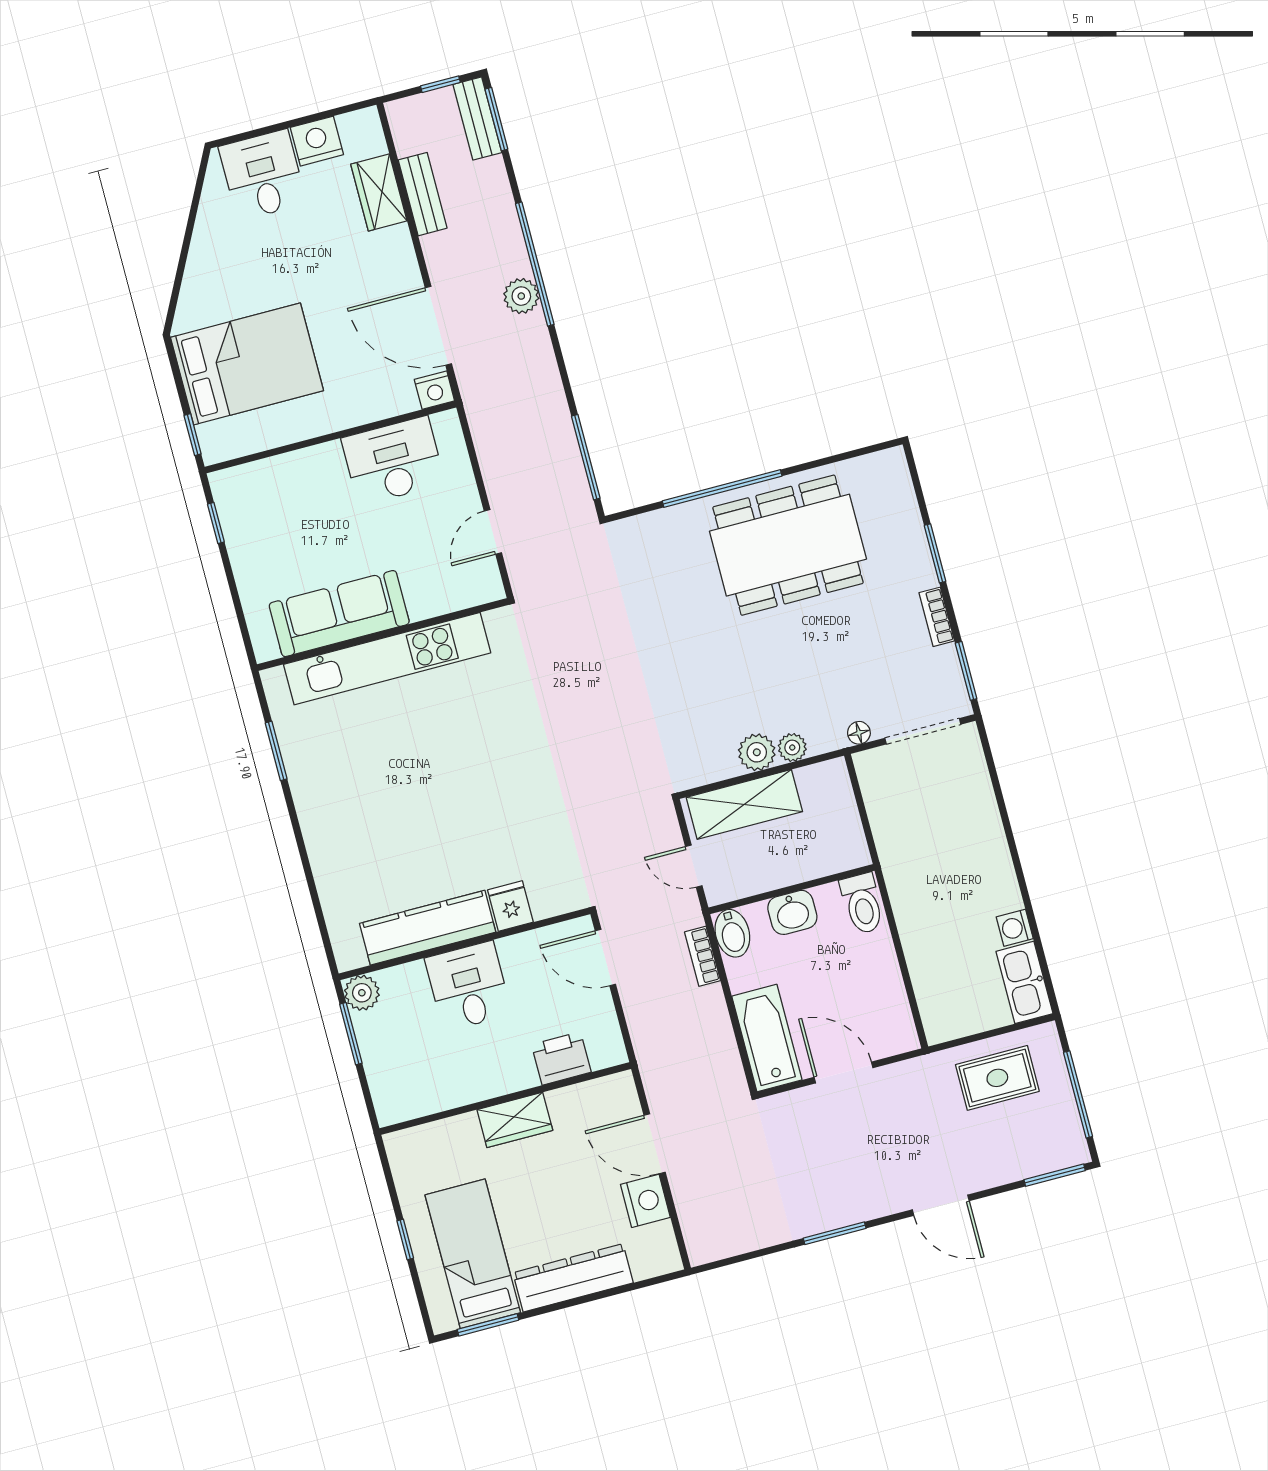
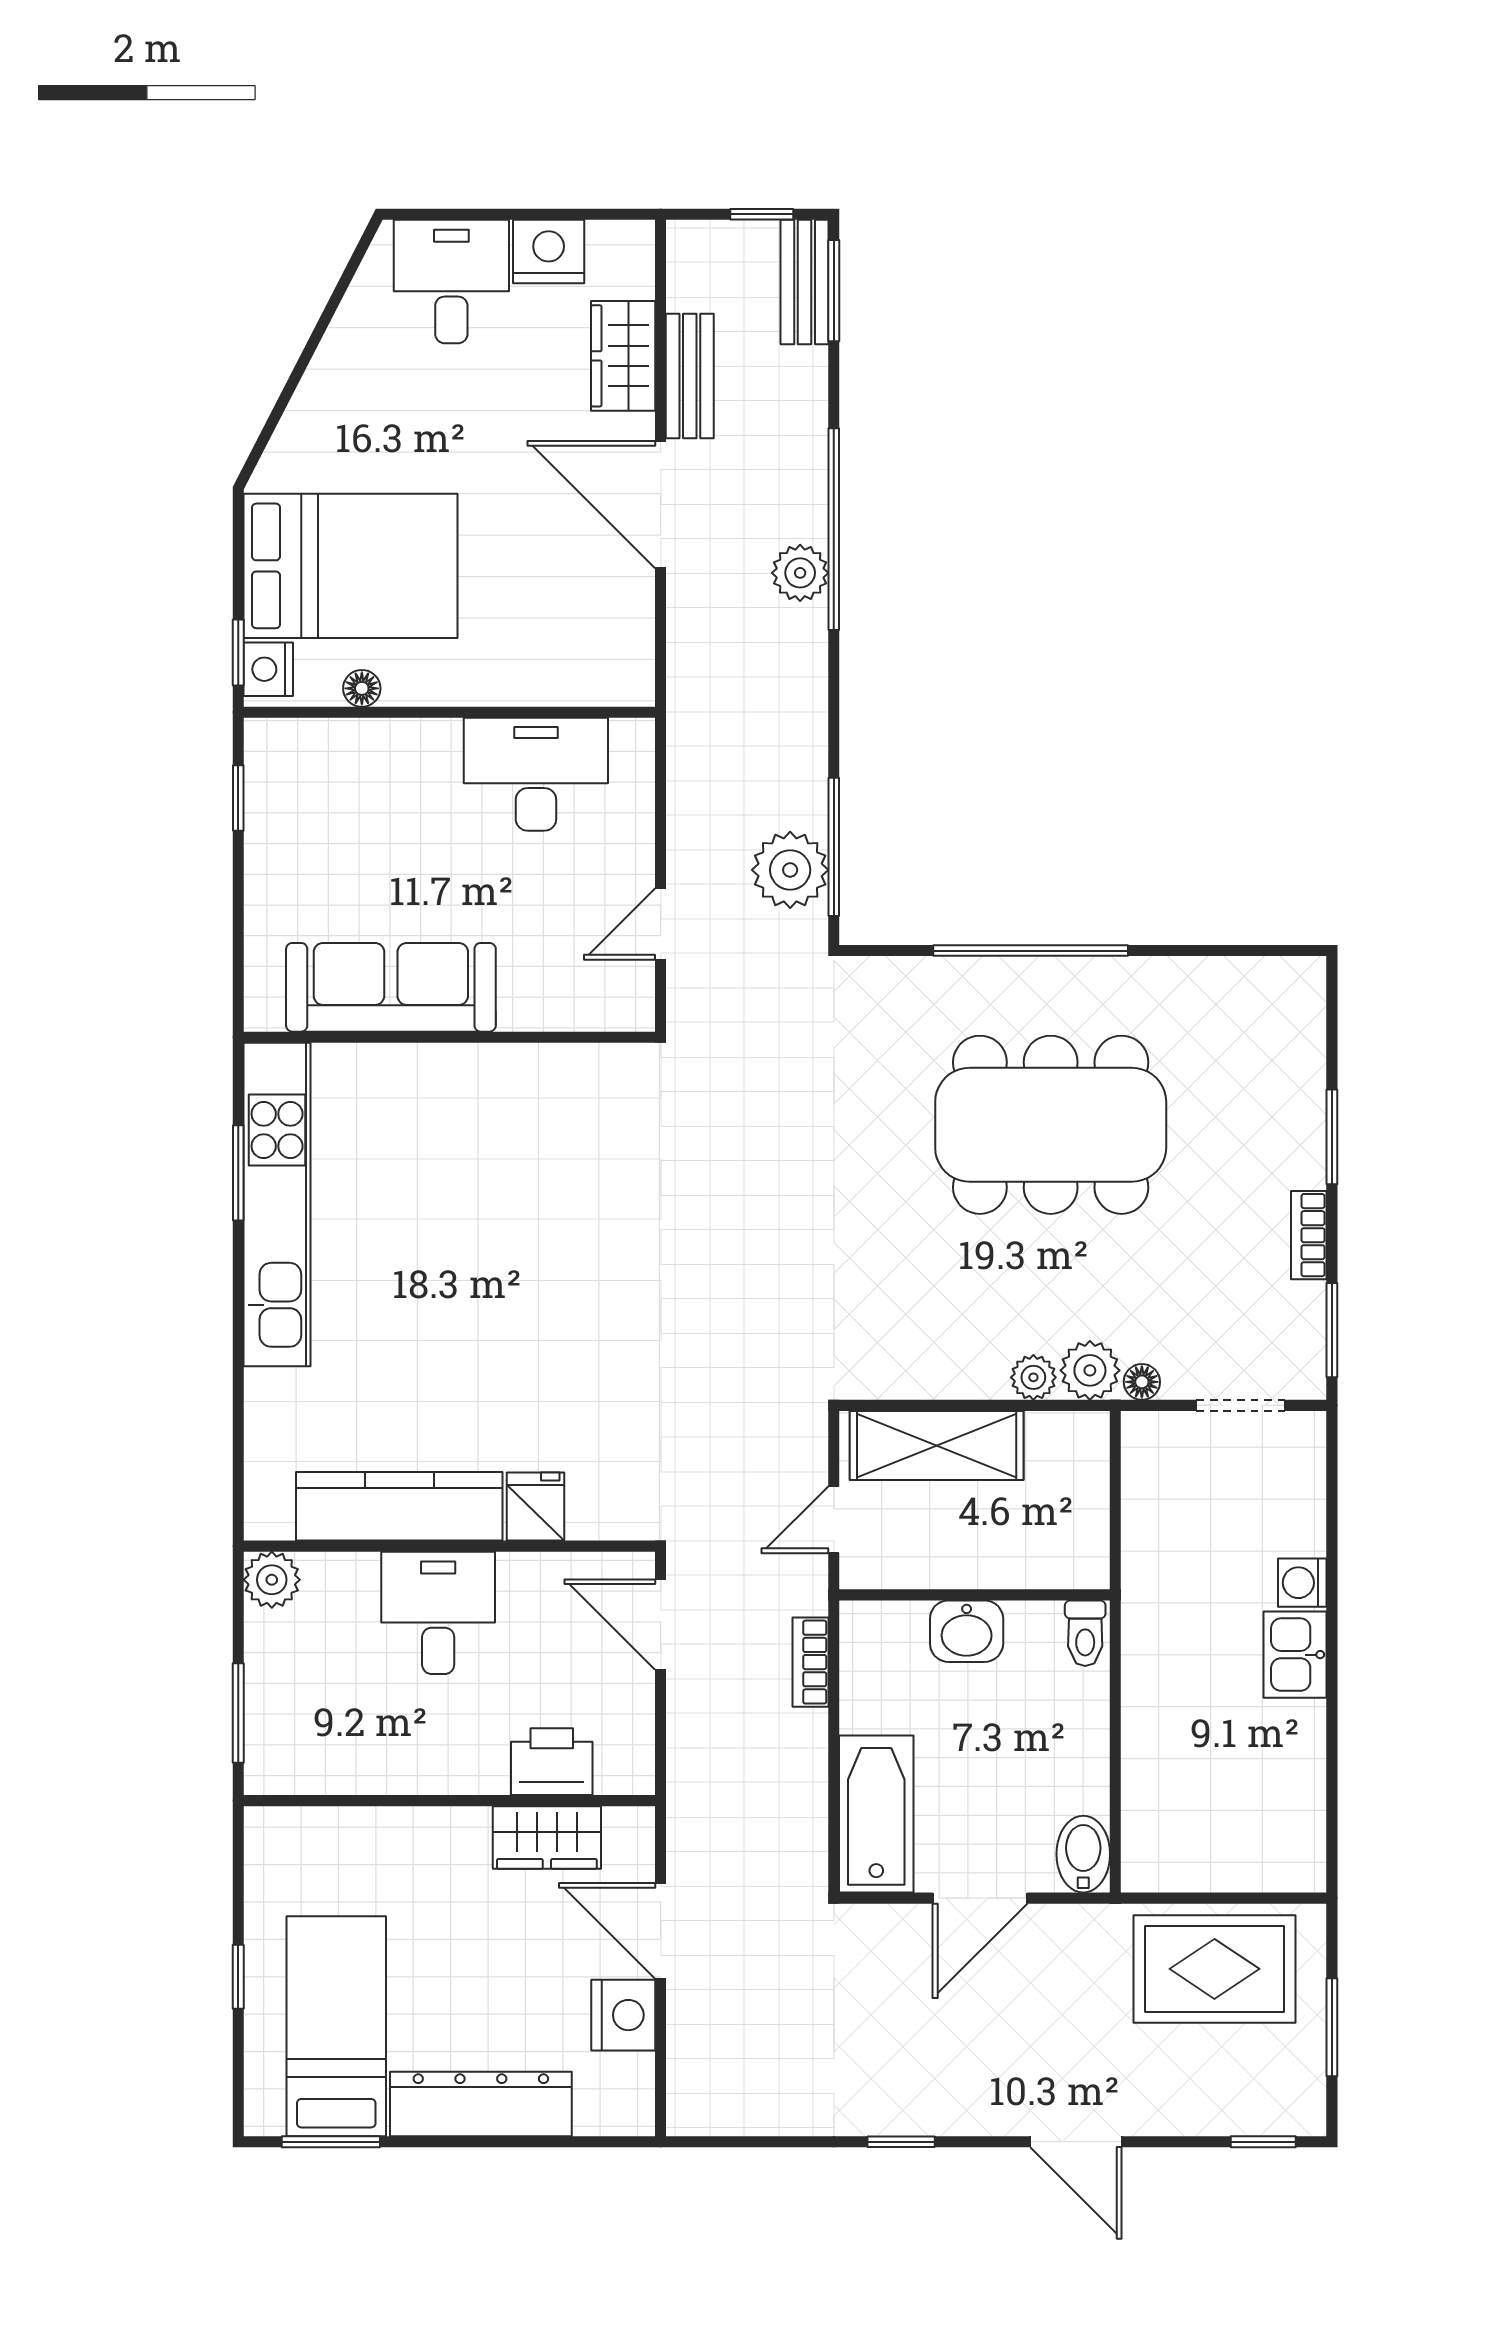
door: (438, 326) -> (661, 505), moved
nightstand: (434, 390) -> (268, 669), moved, turned 90
floor lamp: (273, 437) -> (362, 688), added
plant: (563, 478) -> (790, 870), added
dining table: (788, 545) -> (1051, 1125), moved
kitchen unit: (387, 659) -> (277, 1204), moved, turned -90
doorway: (923, 731) -> (1241, 1405), width x0.73
plant: (757, 752) -> (1090, 1370), moved
door: (694, 866) -> (834, 1520), hinge flipped
toilet: (862, 904) -> (1085, 1633), width x0.73, depth x0.72
washing machine: (1015, 928) -> (1302, 1583), moved
bidet: (732, 933) -> (1083, 1854), moved, turned 180
kitchen sink: (1024, 982) -> (1295, 1655), moved, width x0.73
window: (351, 1034) -> (238, 1713), moved
door: (843, 1072) -> (980, 1898), swing flipped
rug: (997, 1078) -> (1214, 1969), width x1.36, depth x1.43
window: (1078, 1094) -> (1332, 2027), width x0.69
wardrobe: (515, 1120) -> (547, 1837), moved
window: (1055, 1175) -> (1263, 2142), width x0.67
window: (835, 1233) -> (901, 2142), width x0.67

